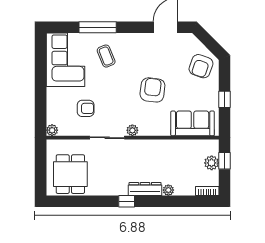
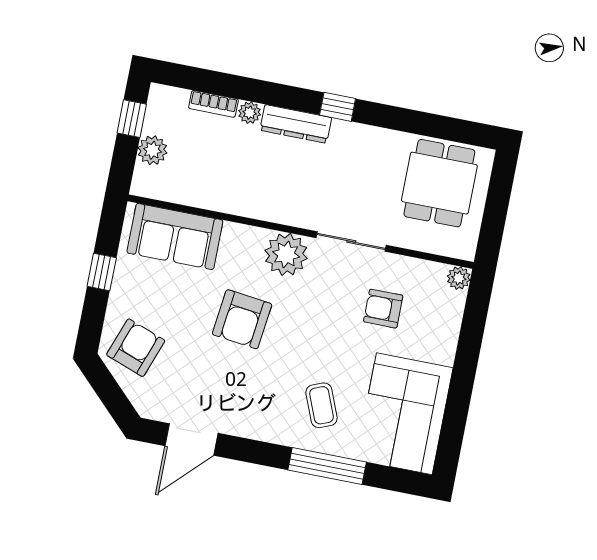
plant: (132, 130) -> (286, 254), width x1.87, depth x1.87
window: (224, 161) -> (132, 119), moved
bookcase: (207, 191) -> (213, 104), moved

